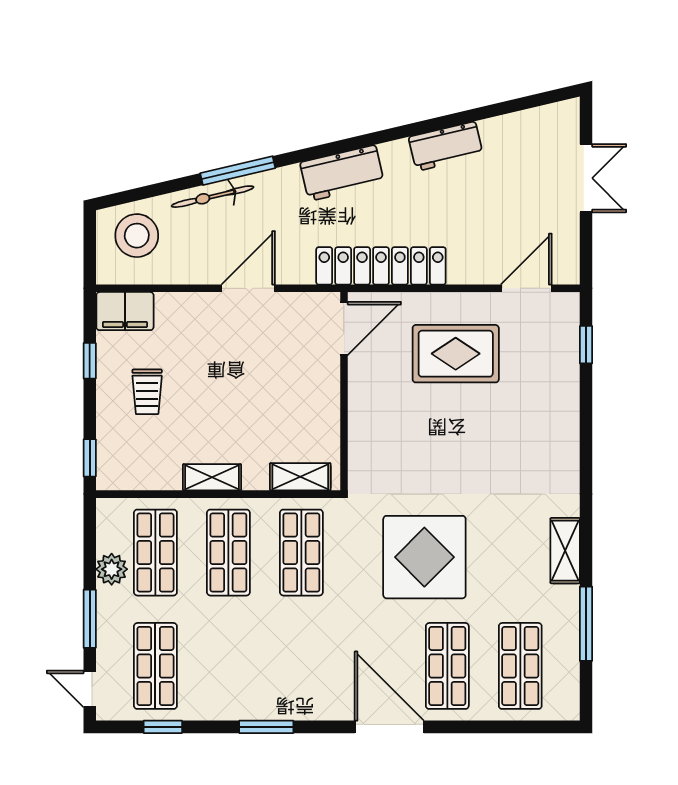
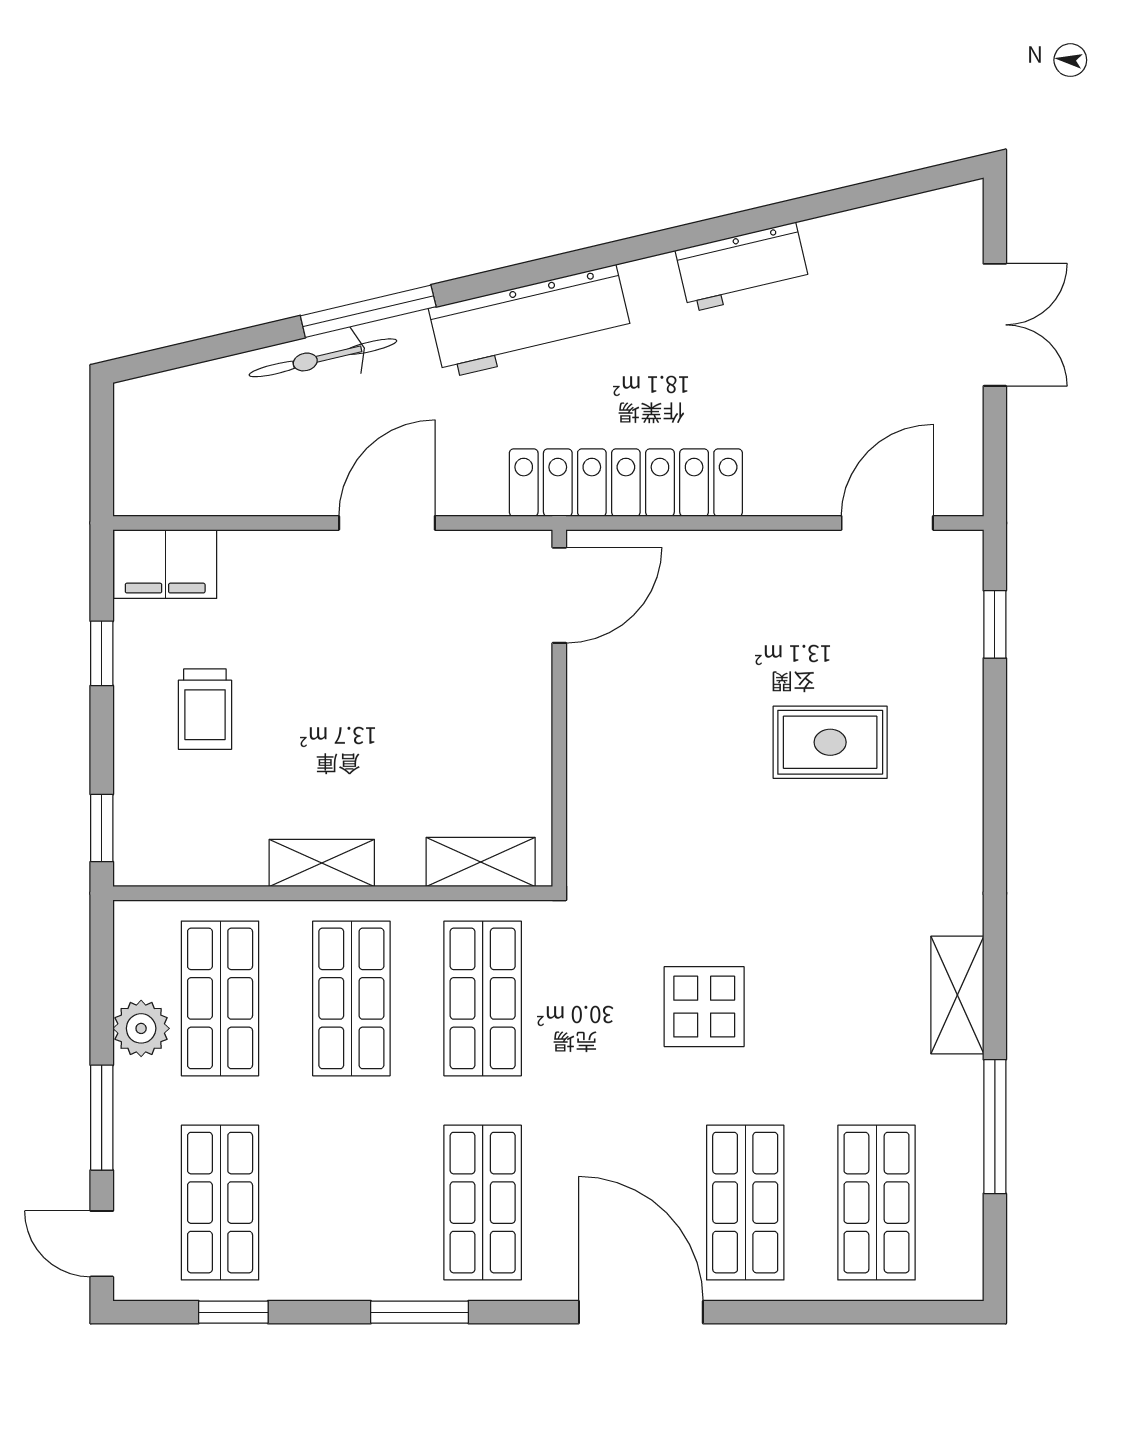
workbench: (342, 173) -> (530, 322), width x1.38
stool: (137, 236) -> (186, 428), removed
rug: (456, 354) -> (830, 742), moved, width x0.73, depth x0.70
display table: (424, 557) -> (704, 1007), width x0.54, depth x0.54
shop shelf: (301, 666) -> (483, 1203), added

